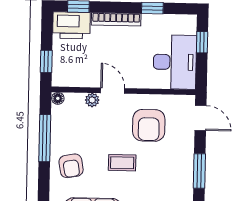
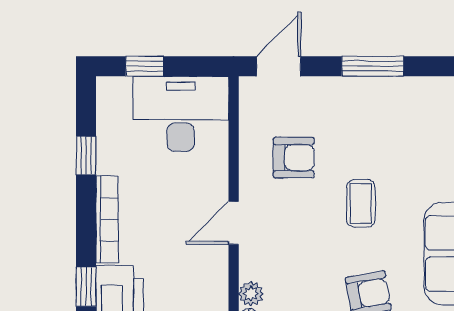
plant: (92, 100) -> (251, 294), moved
armchair: (149, 125) -> (294, 158), width x0.72, depth x0.72

